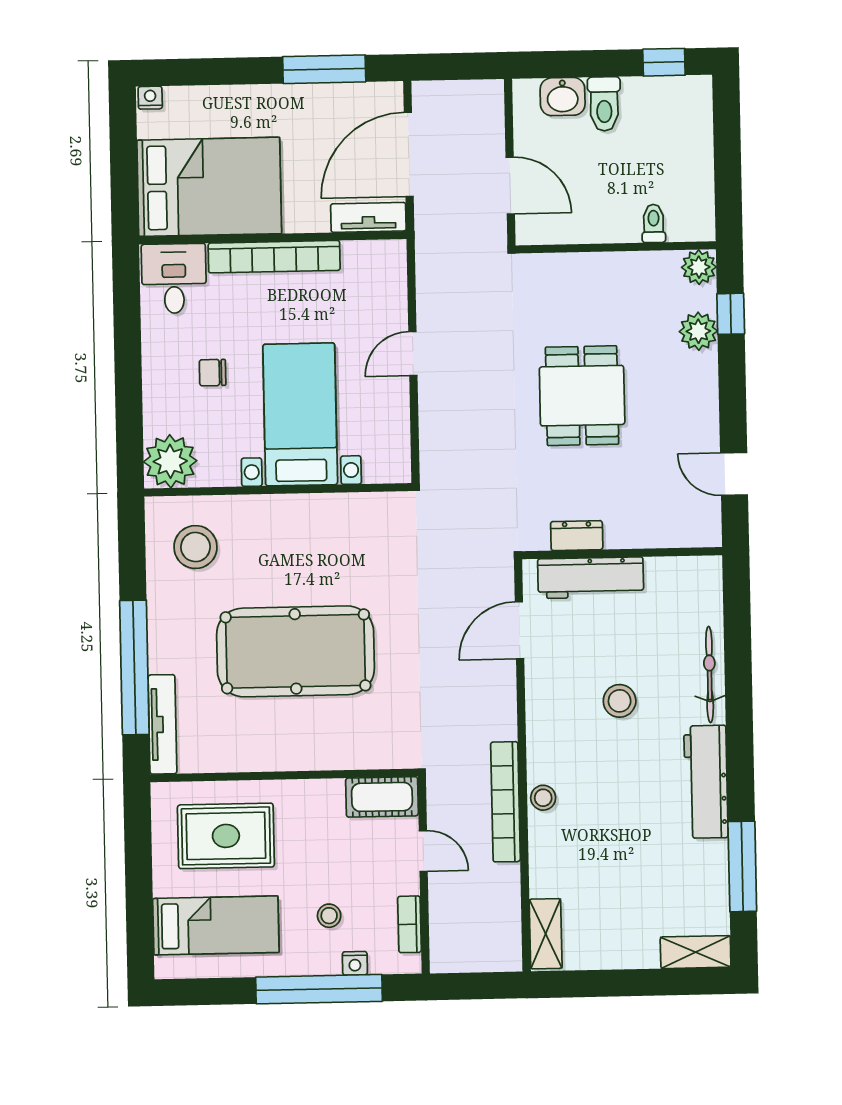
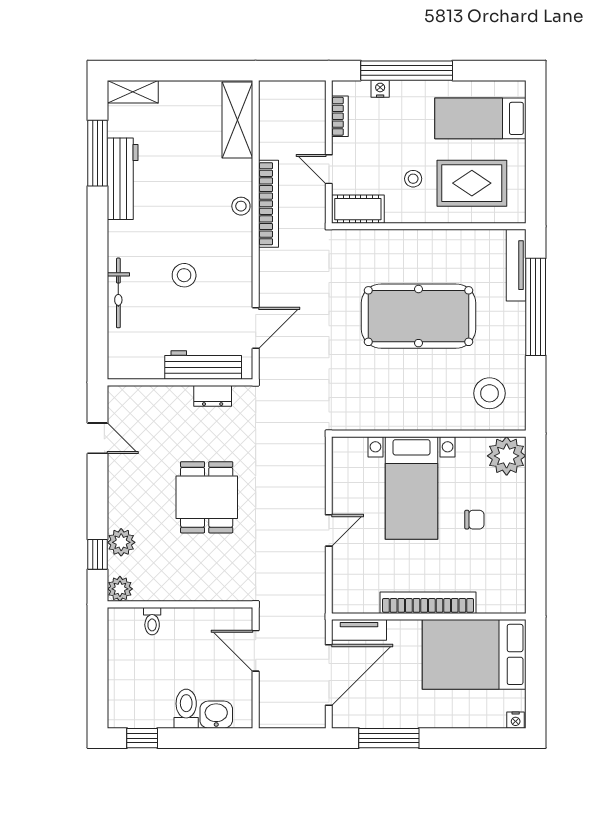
desk: (174, 278) -> (501, 589), removed
workbench: (706, 782) -> (123, 179), moved
stool: (329, 916) -> (413, 179), moved
shelving: (546, 934) -> (237, 120), width x1.50, depth x1.33

